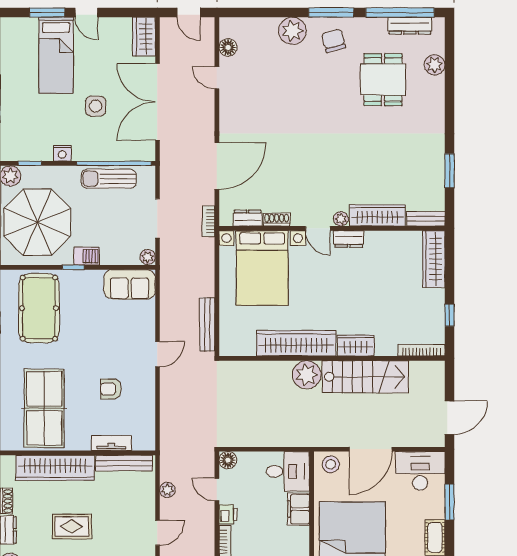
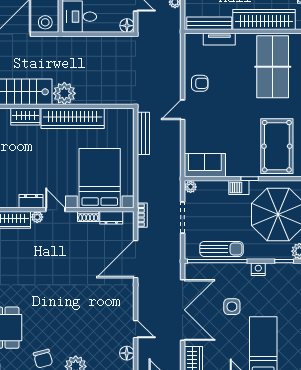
armchair: (111, 389) -> (200, 83), moved

